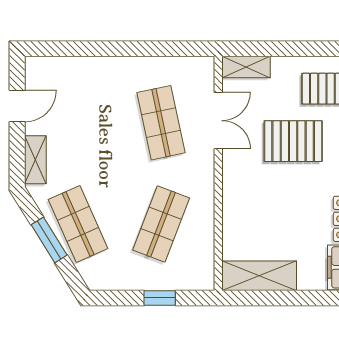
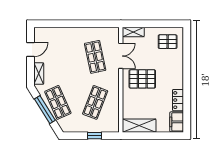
pallet: (293, 141) -> (142, 79), moved
window: (49, 240) -> (45, 110), width x1.44

